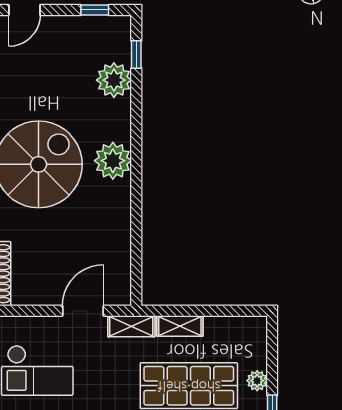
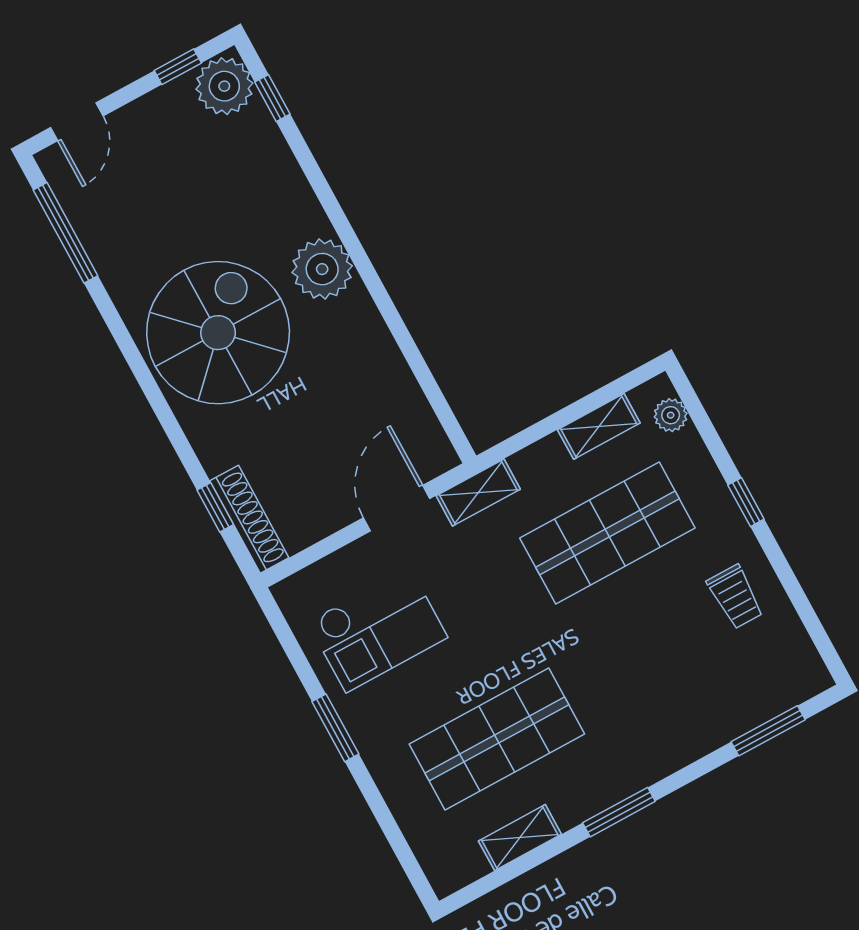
plant: (114, 80) -> (224, 86), moved
shelving: (180, 326) -> (599, 426), moved
plant: (257, 381) -> (671, 415), moved

